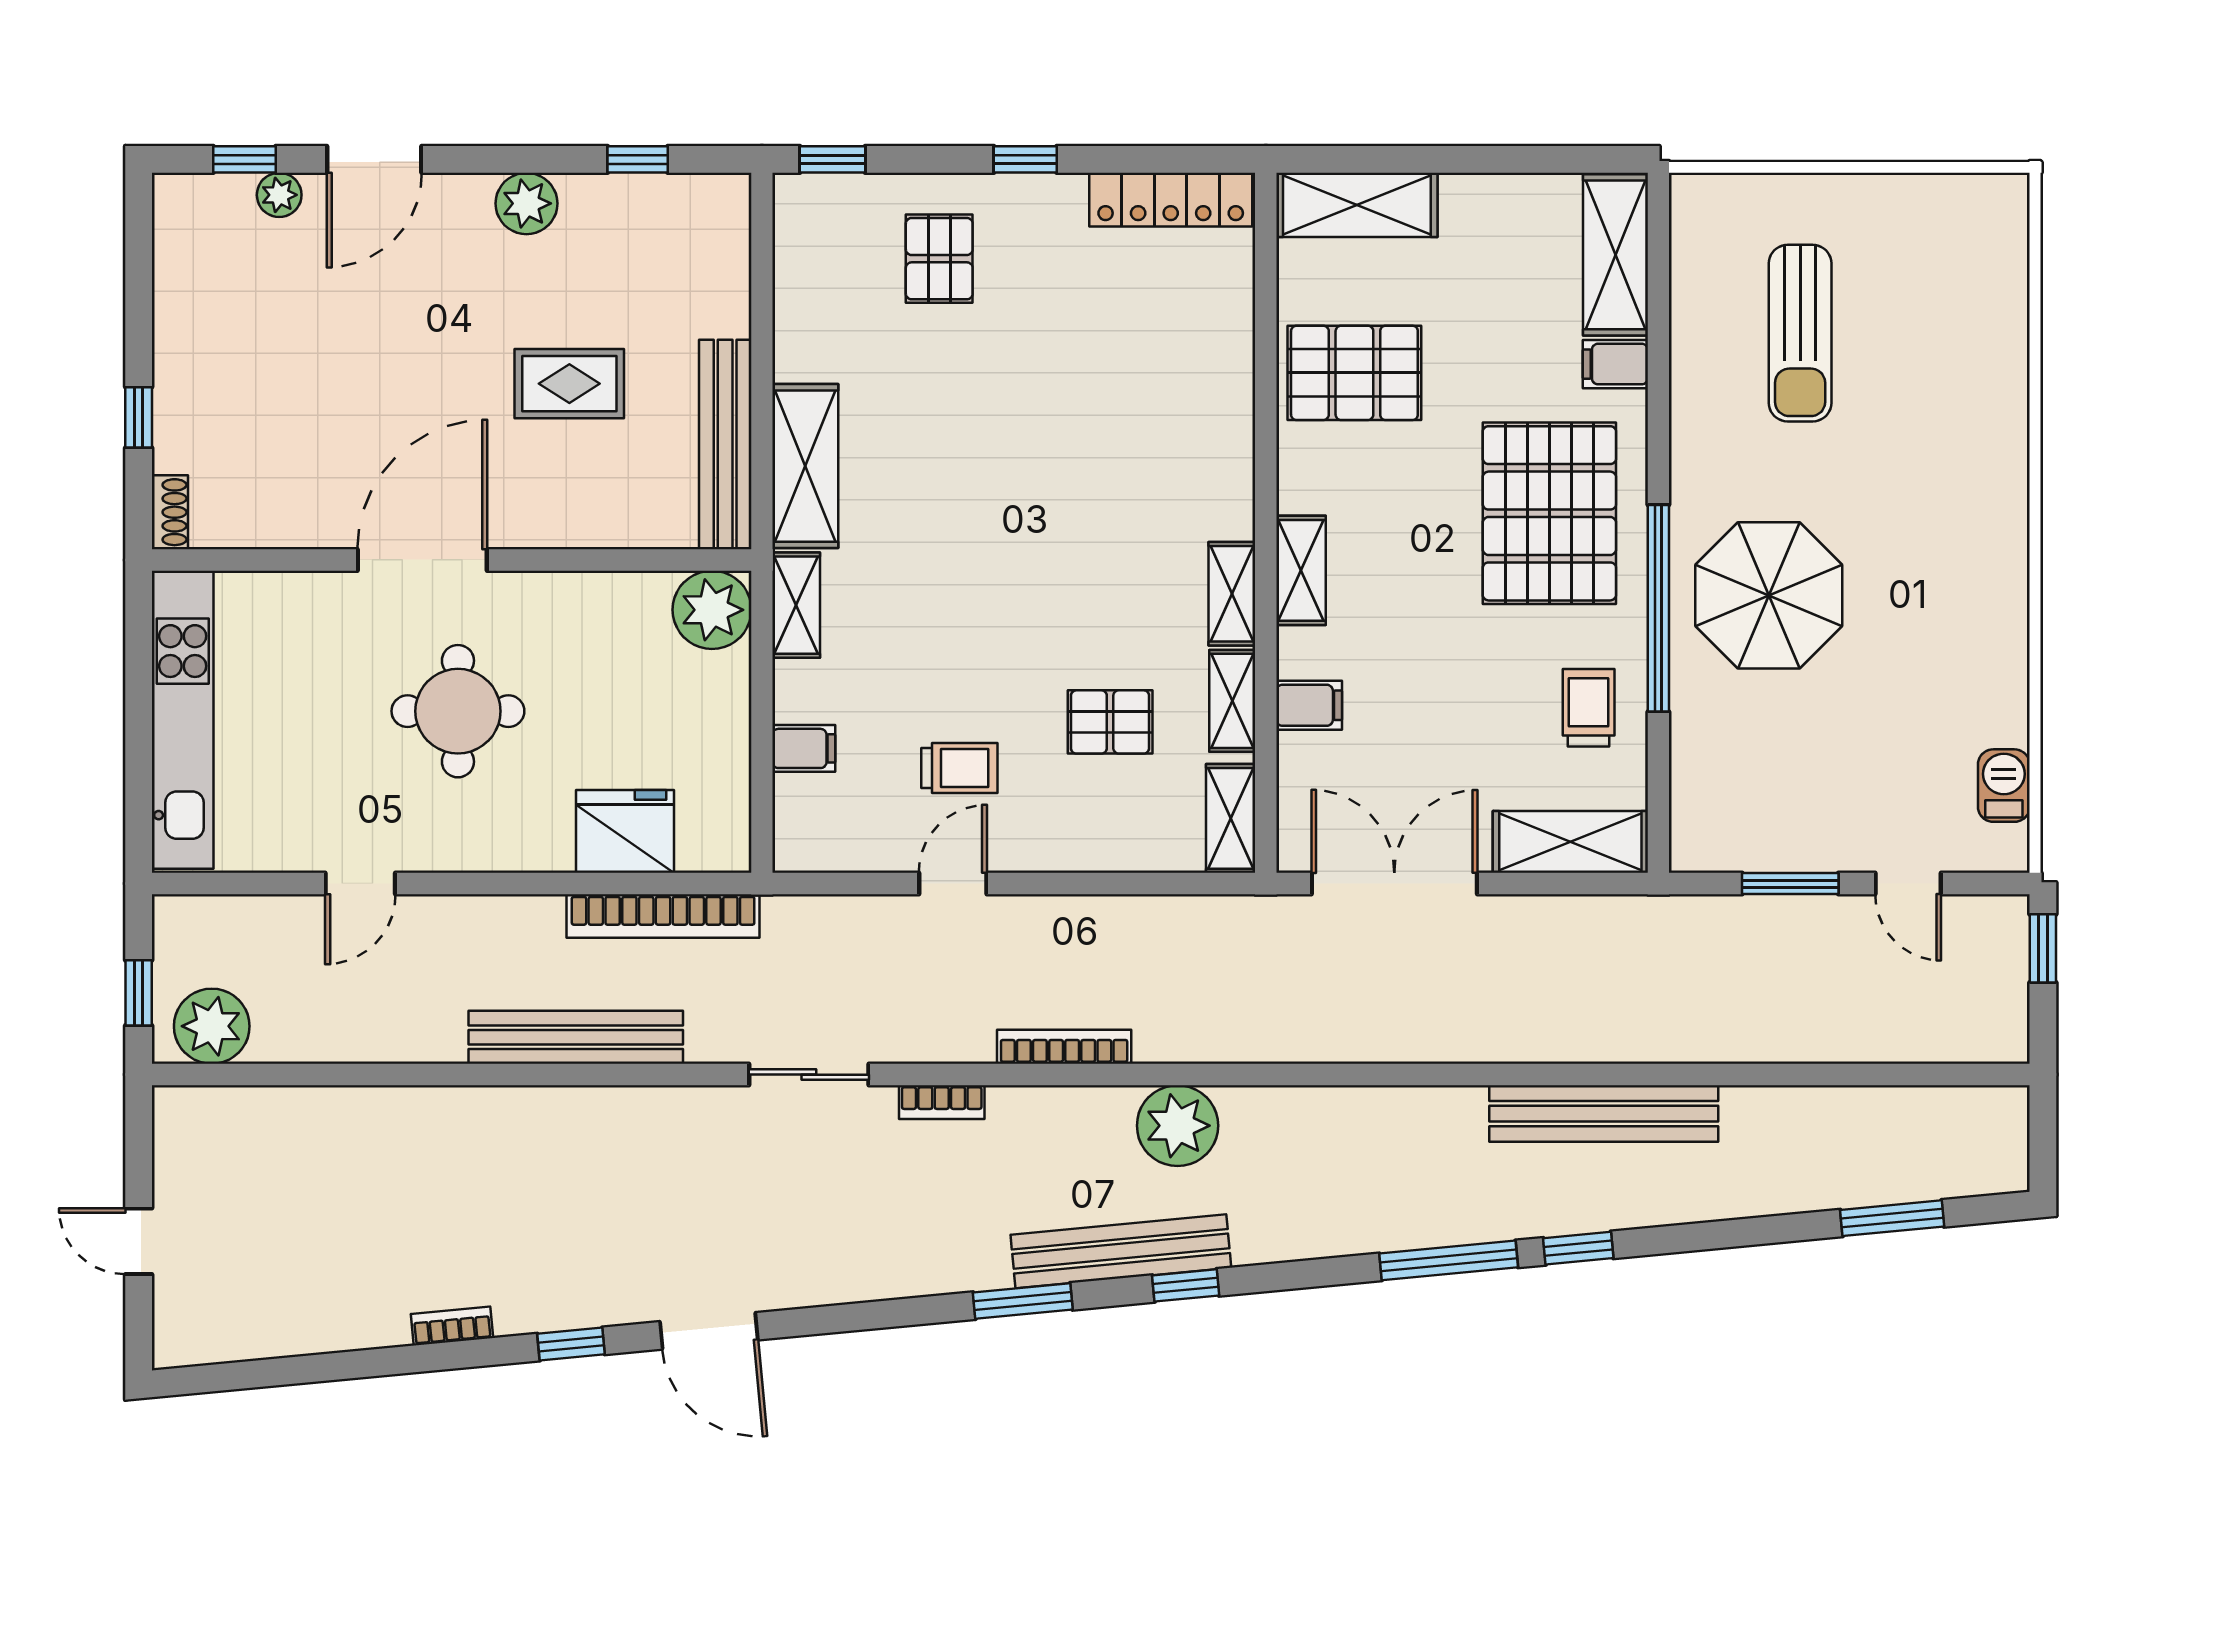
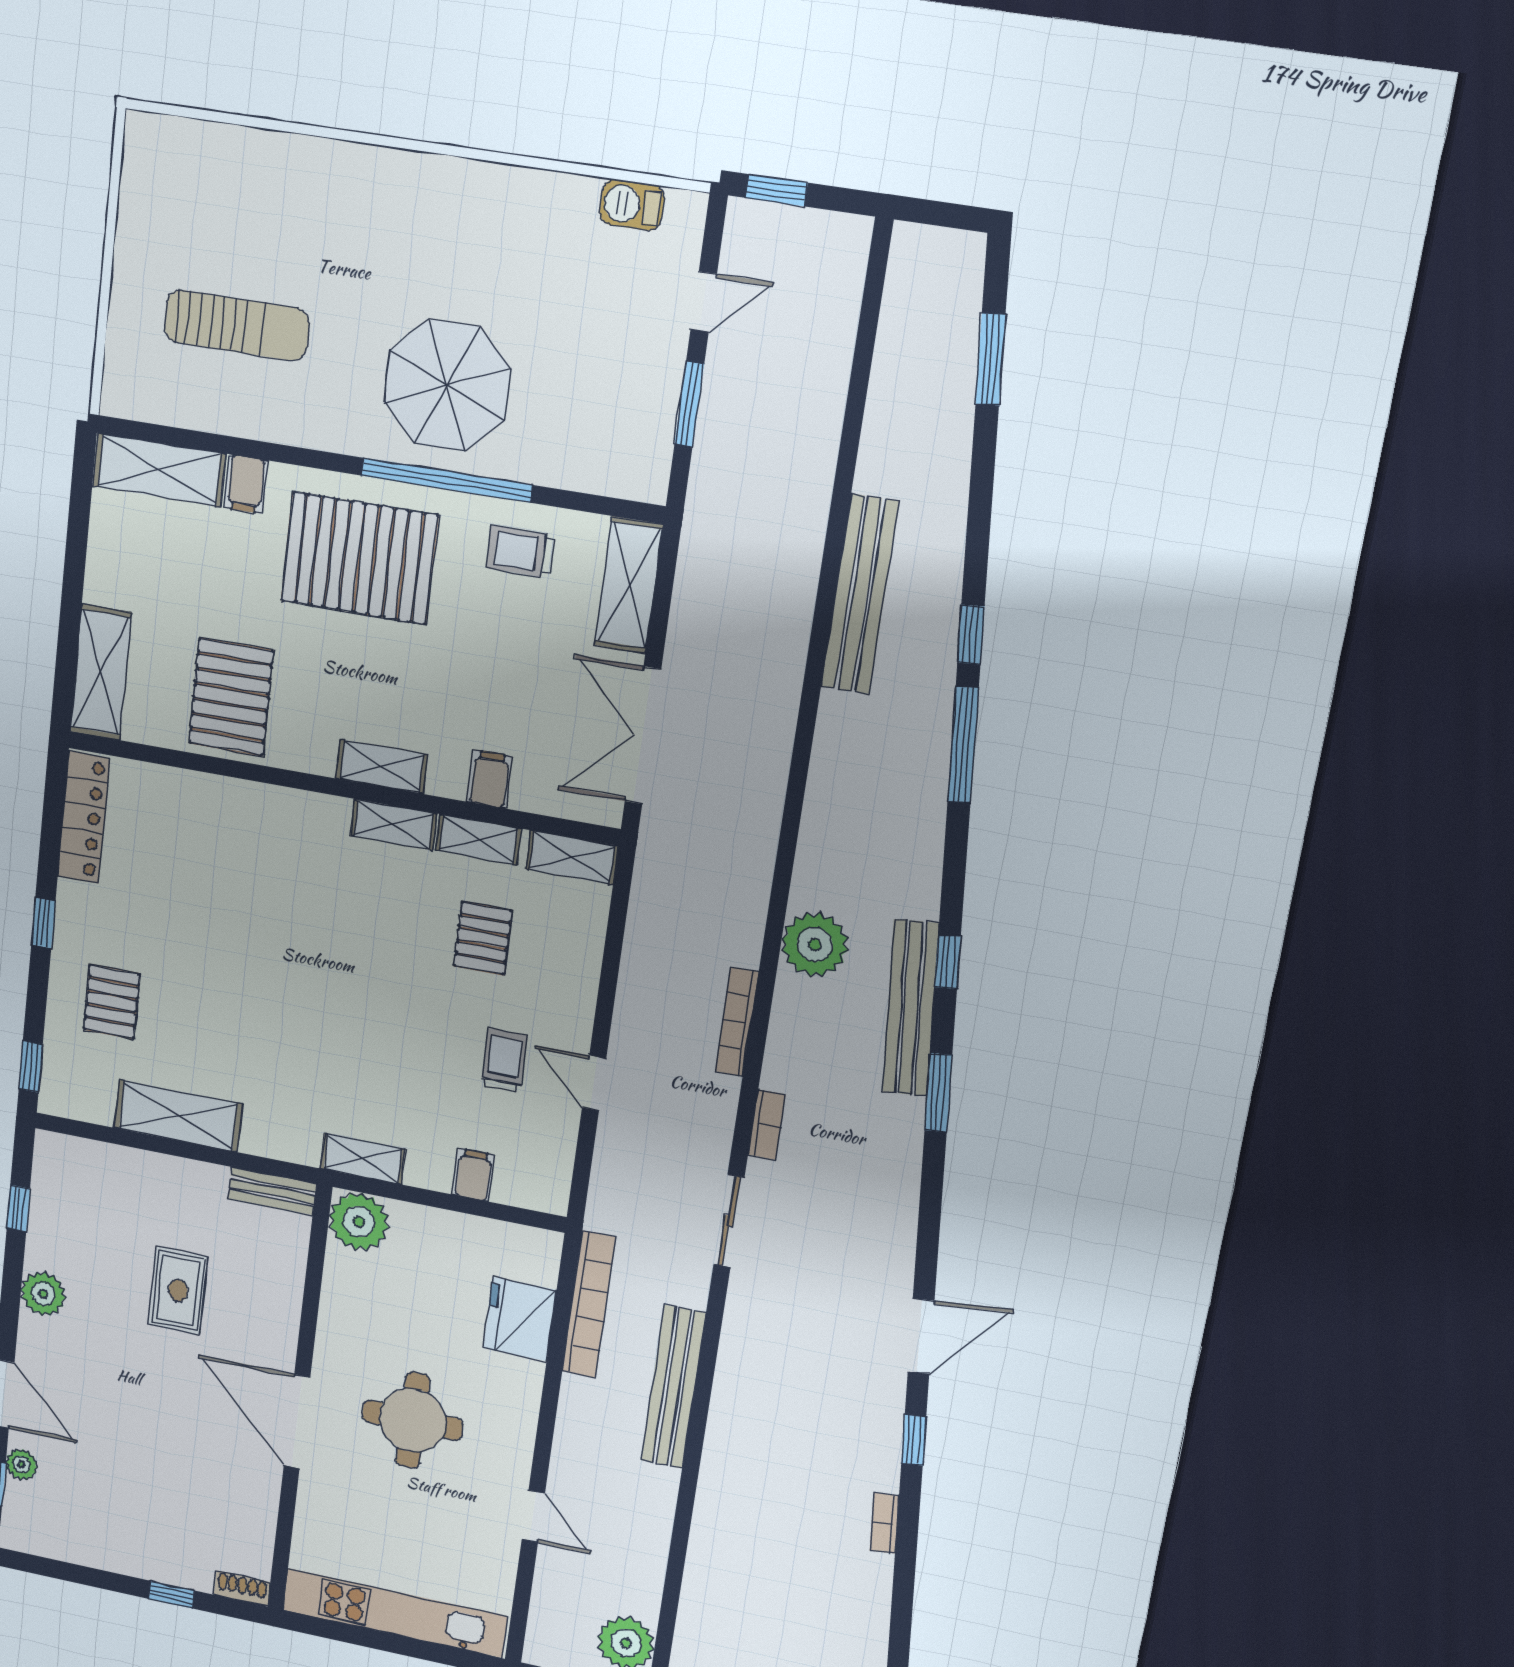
pallet: (939, 259) -> (112, 1002), turned 90
bench: (725, 444) -> (272, 1191), width x0.54, depth x0.82
shelving: (805, 466) -> (178, 1116), moved

